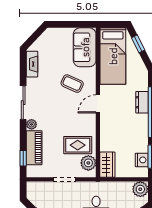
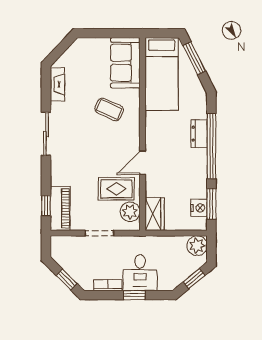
window: (138, 44) -> (194, 58), width x1.50
door: (98, 104) -> (142, 163), moved
plant: (32, 124) -> (57, 162), removed
piano: (34, 148) -> (60, 208), moved

